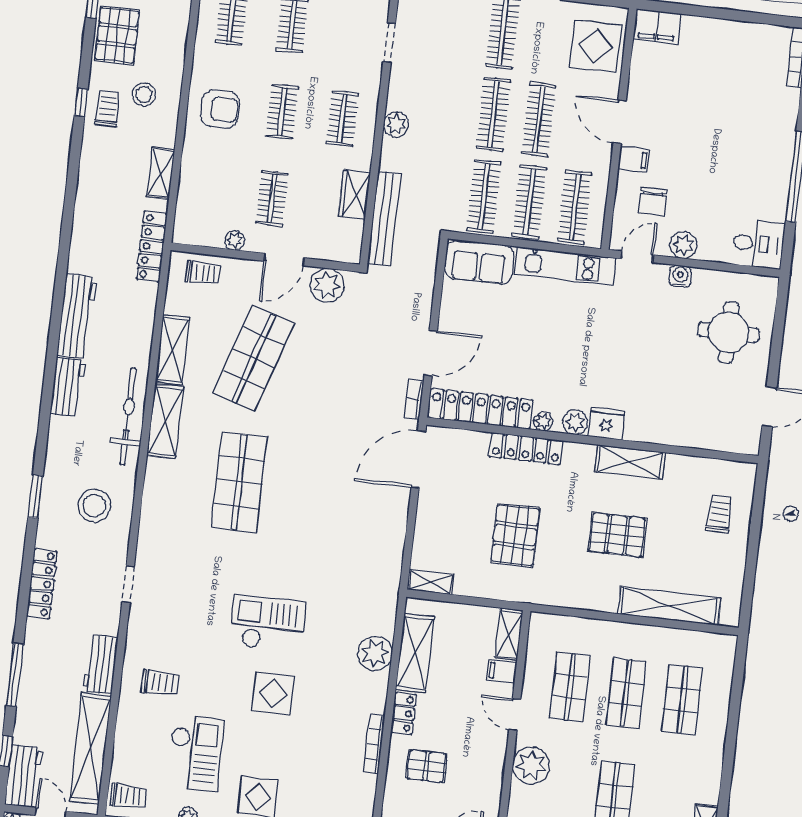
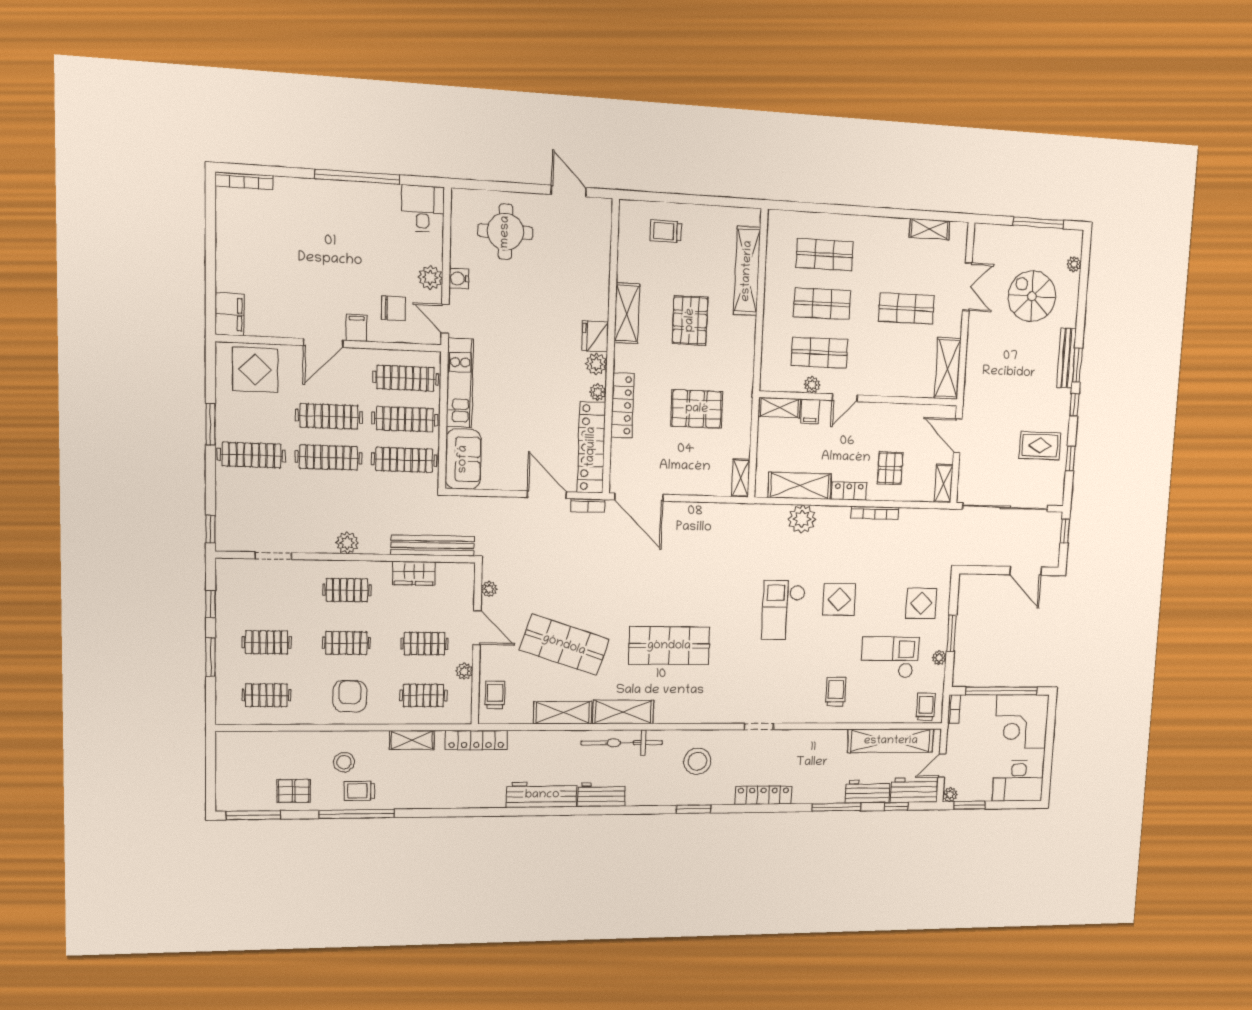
pallet: (117, 35) -> (294, 791), width x0.67, depth x0.71
window: (81, 102) -> (357, 814), width x3.17
clothes rail: (212, 191) -> (424, 695), added
plant: (327, 285) -> (489, 589), width x0.53, depth x0.53
workbench: (101, 664) -> (868, 791), moved, turned 180
plant: (531, 766) -> (812, 385), moved, width x0.53, depth x0.53

